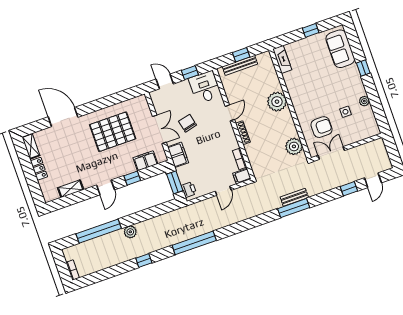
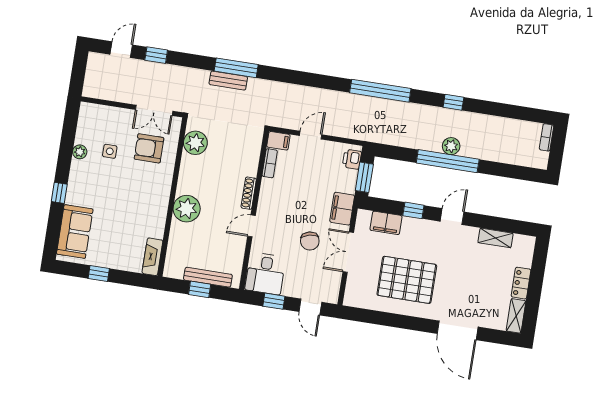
window: (99, 231) -> (448, 161), moved

